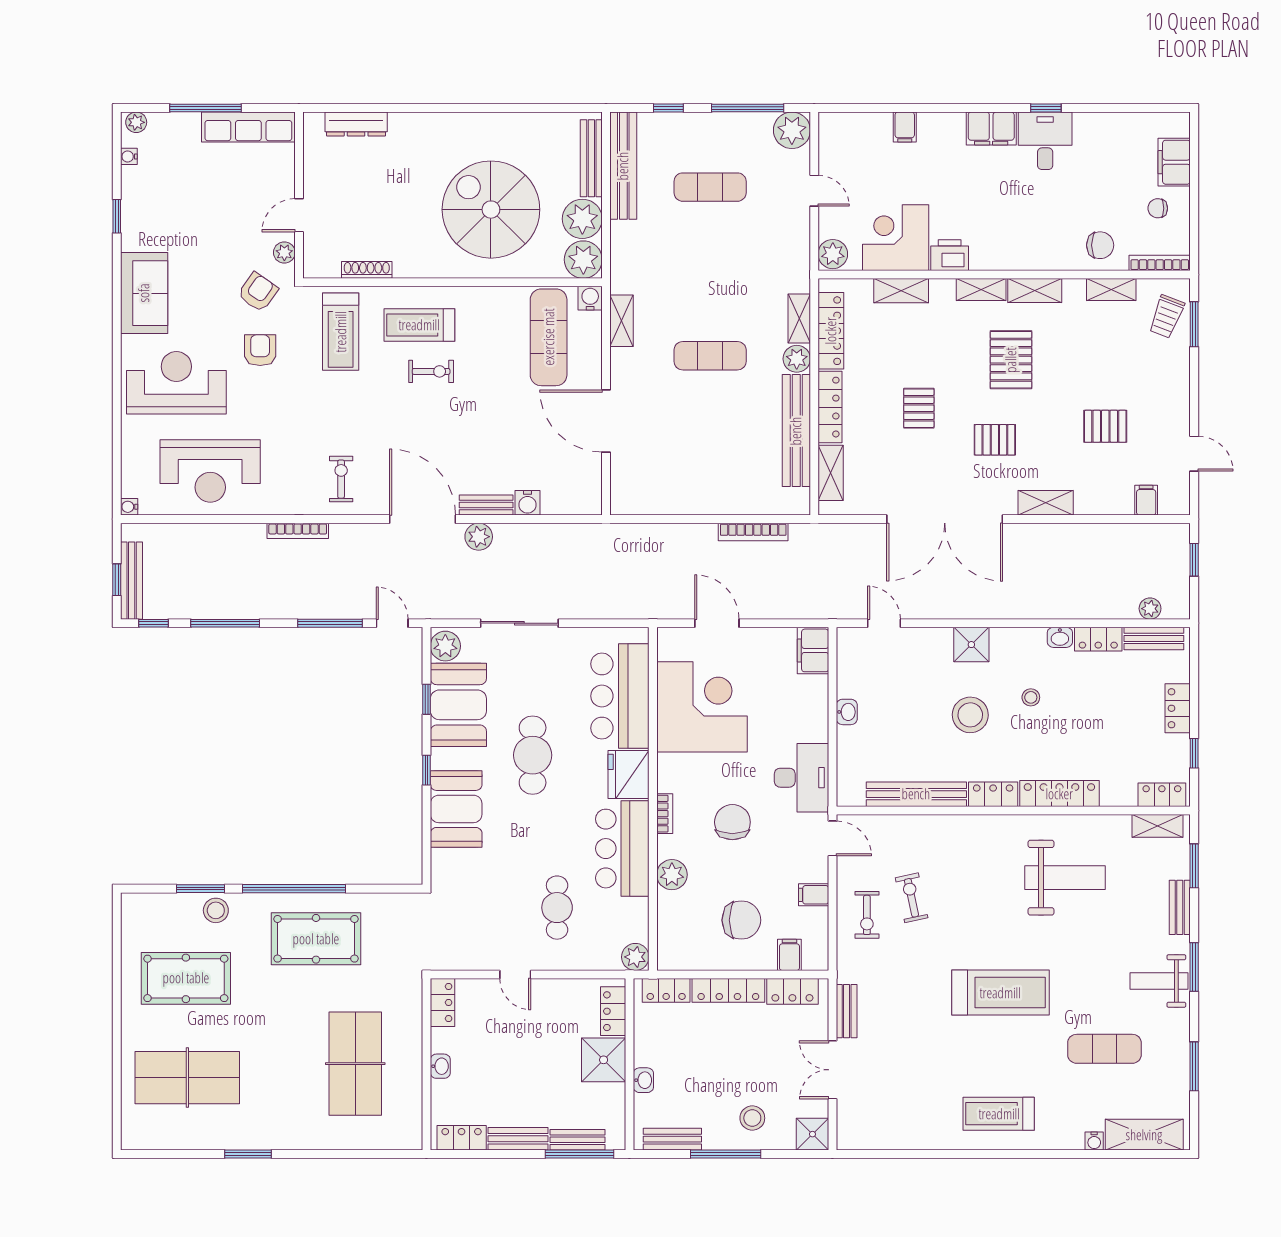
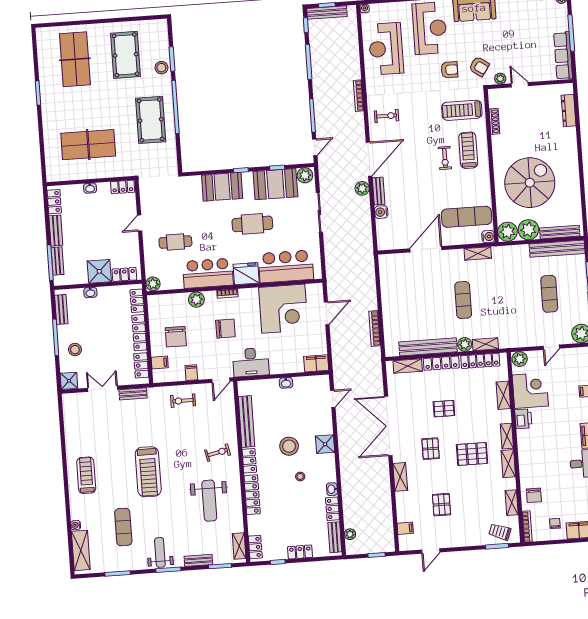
exercise bike: (912, 898) -> (218, 453), moved

